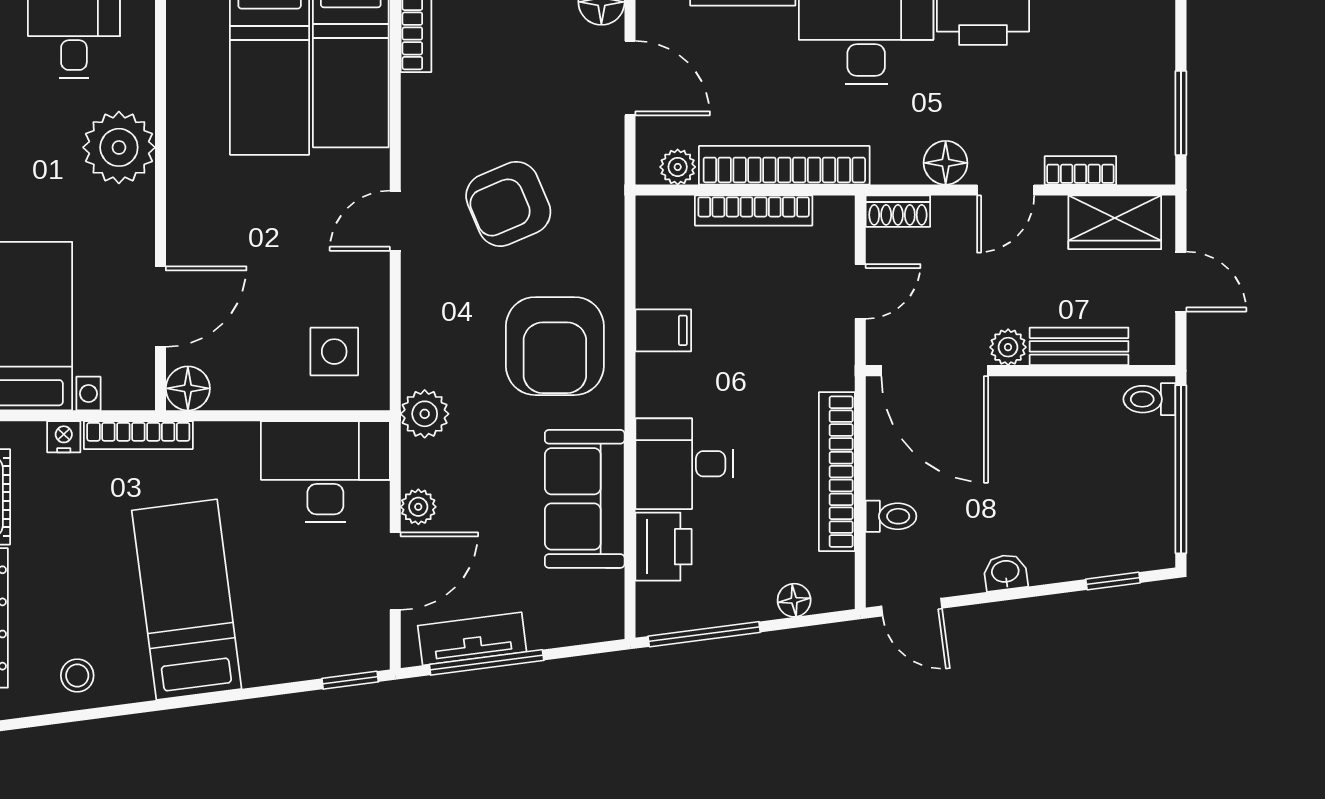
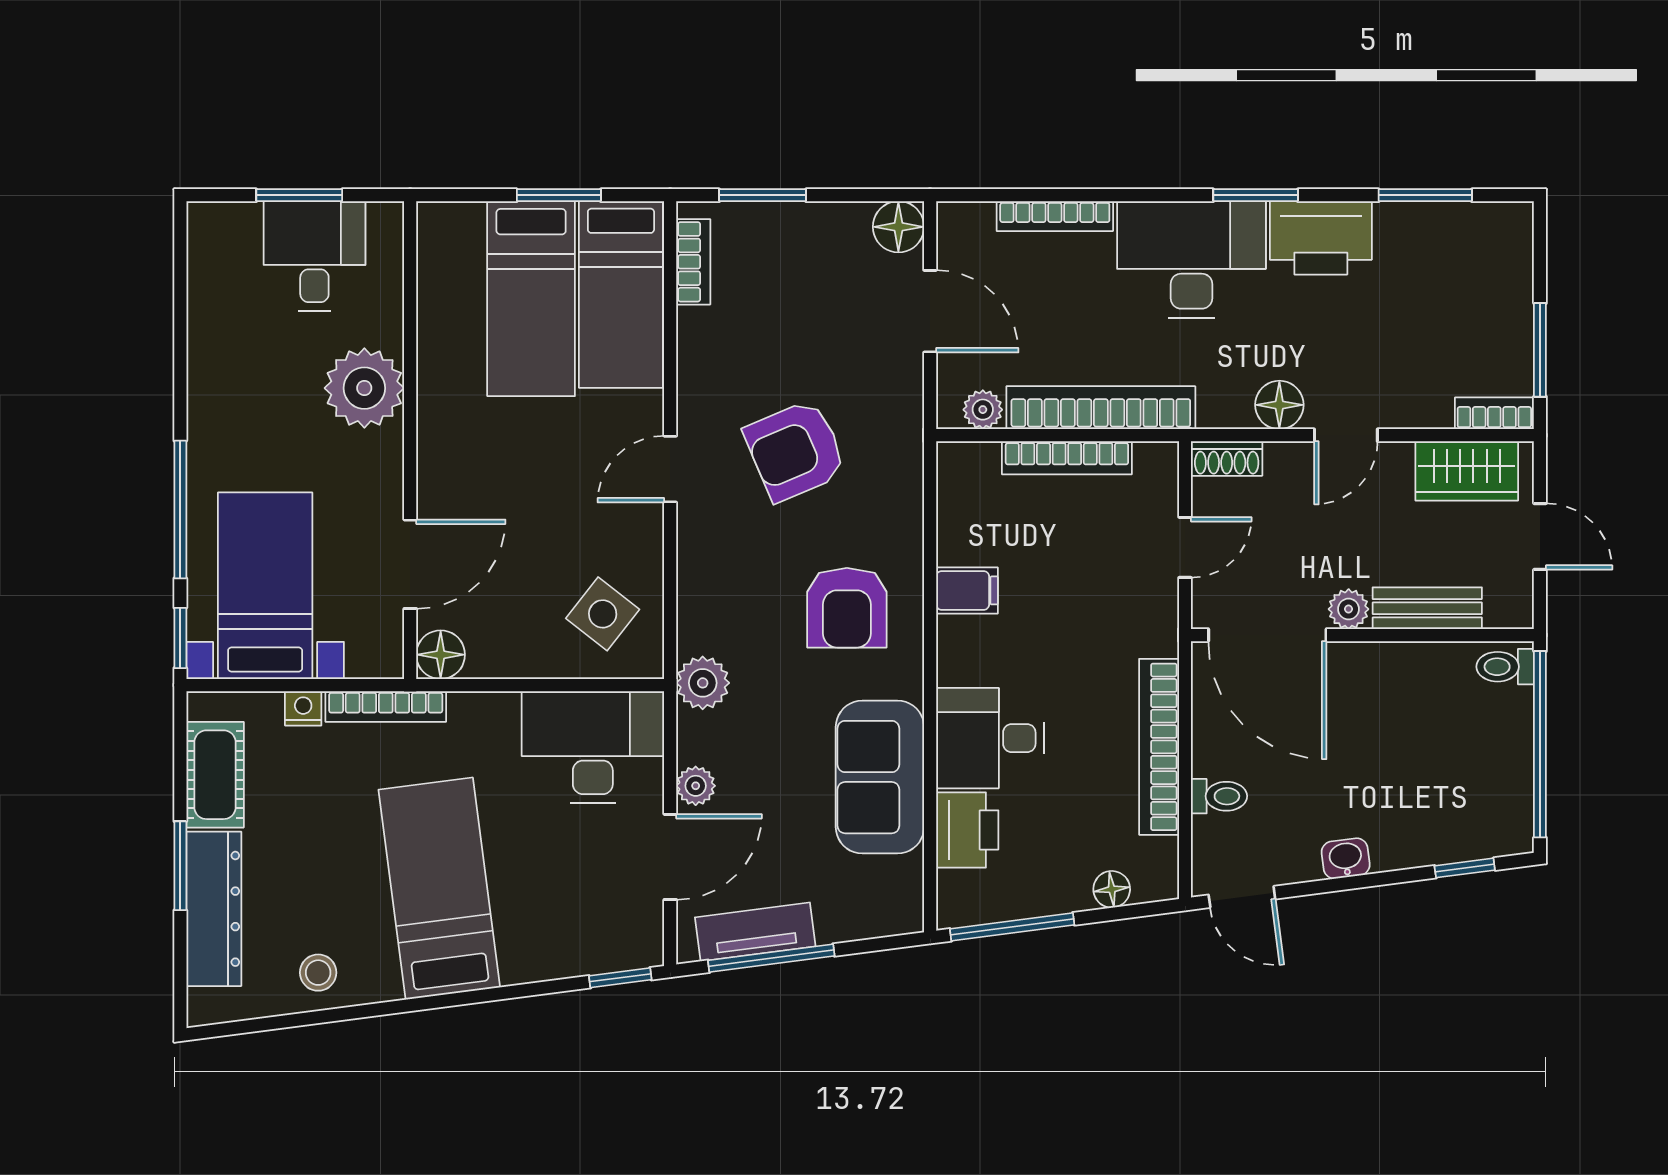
bookcase: (1080, 170) -> (1494, 413), moved
armchair: (555, 346) -> (847, 608), width x0.73, depth x0.73
side table: (334, 352) -> (603, 614), turned 38

